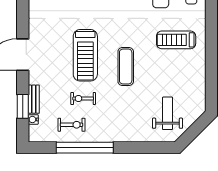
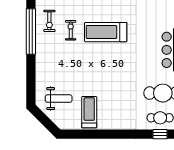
treadmill: (176, 40) -> (89, 112), moved
exercise mat: (126, 66) -> (97, 65), removed

